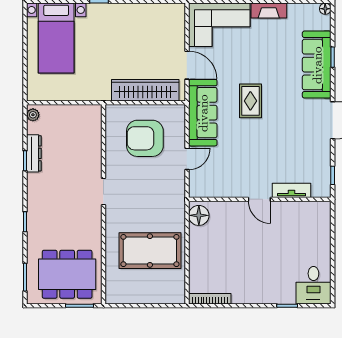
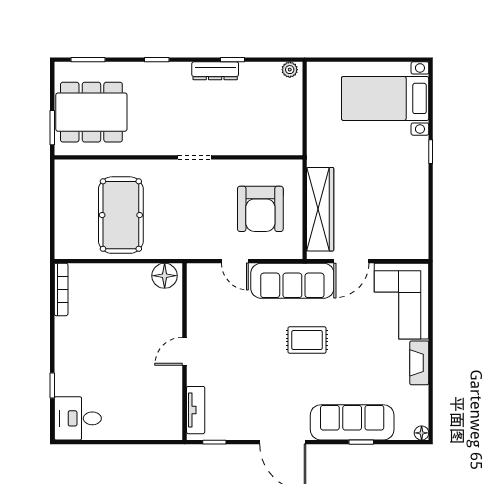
armchair: (145, 138) -> (260, 209), turned 180
dresser: (34, 153) -> (215, 71), moved
tv unit: (292, 190) -> (196, 410), moved
dining table: (67, 274) -> (91, 112), turned 90

